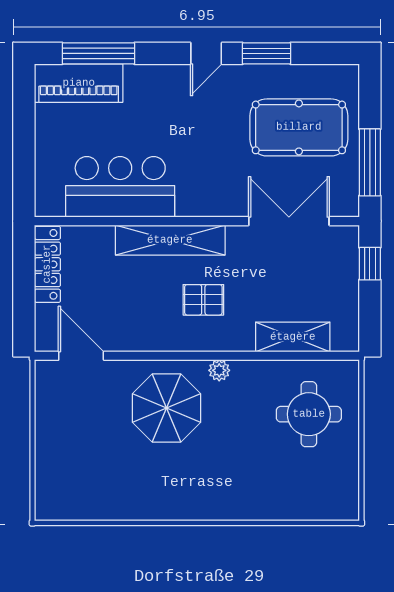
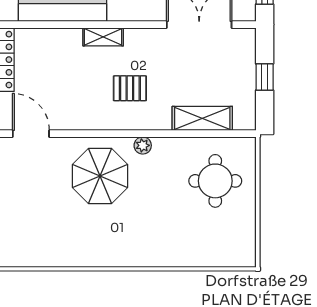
shelving: (170, 240) -> (103, 37), width x0.45, depth x0.75
window: (370, 264) -> (265, 77), moved

